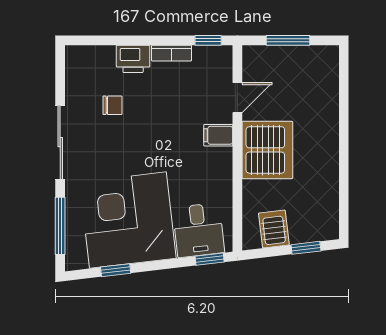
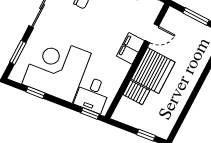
filing cabinet: (218, 135) -> (131, 48), width x2.00
window: (60, 226) -> (18, 52), width x0.69
server rack: (274, 229) -> (136, 92), moved, turned 97

